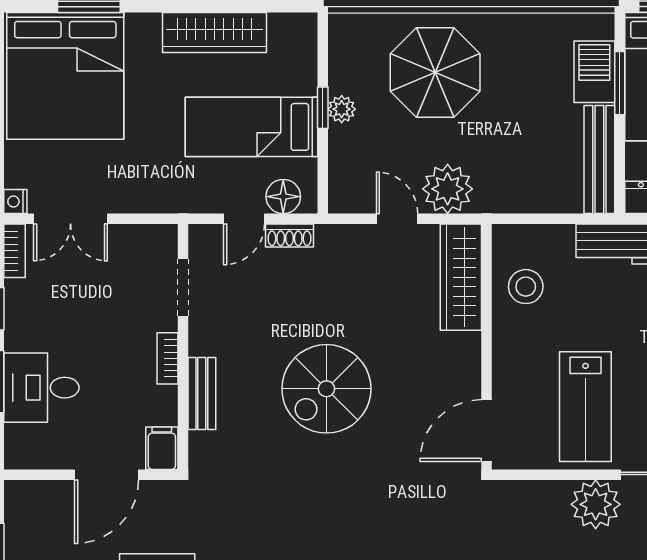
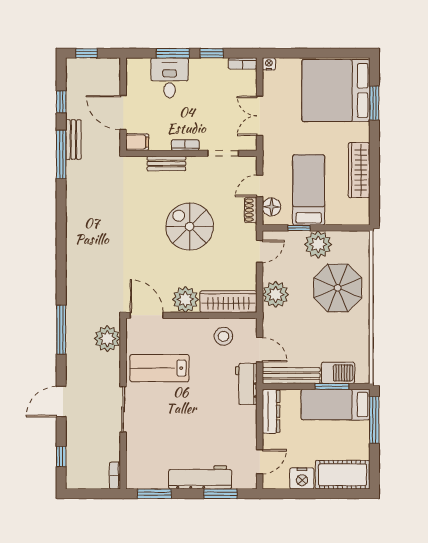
window: (323, 108) -> (299, 228), moved
plant: (342, 109) -> (318, 244), width x1.88, depth x1.88
double door: (70, 219) -> (260, 116), moved
door: (244, 219) -> (260, 186), hinge flipped
door: (397, 219) -> (260, 251), moved
door: (551, 219) -> (260, 350), added
plant: (457, 358) -> (185, 299), added
spiral stairs: (326, 389) -> (190, 227), moved
plant: (596, 504) -> (107, 339), moved

